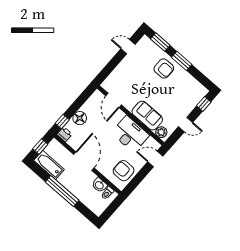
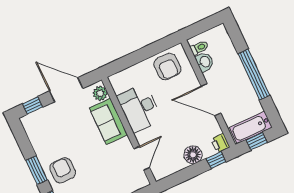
door: (186, 125) -> (66, 90), width x1.88
door: (155, 159) -> (122, 64), removed
door: (84, 161) -> (211, 100), hinge flipped
bathtub: (49, 165) -> (251, 128), moved, turned 90

